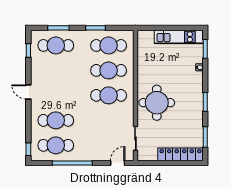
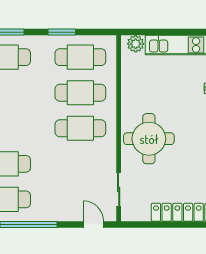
plant: (147, 36) -> (136, 44), added
door: (118, 163) -> (93, 224), hinge flipped

